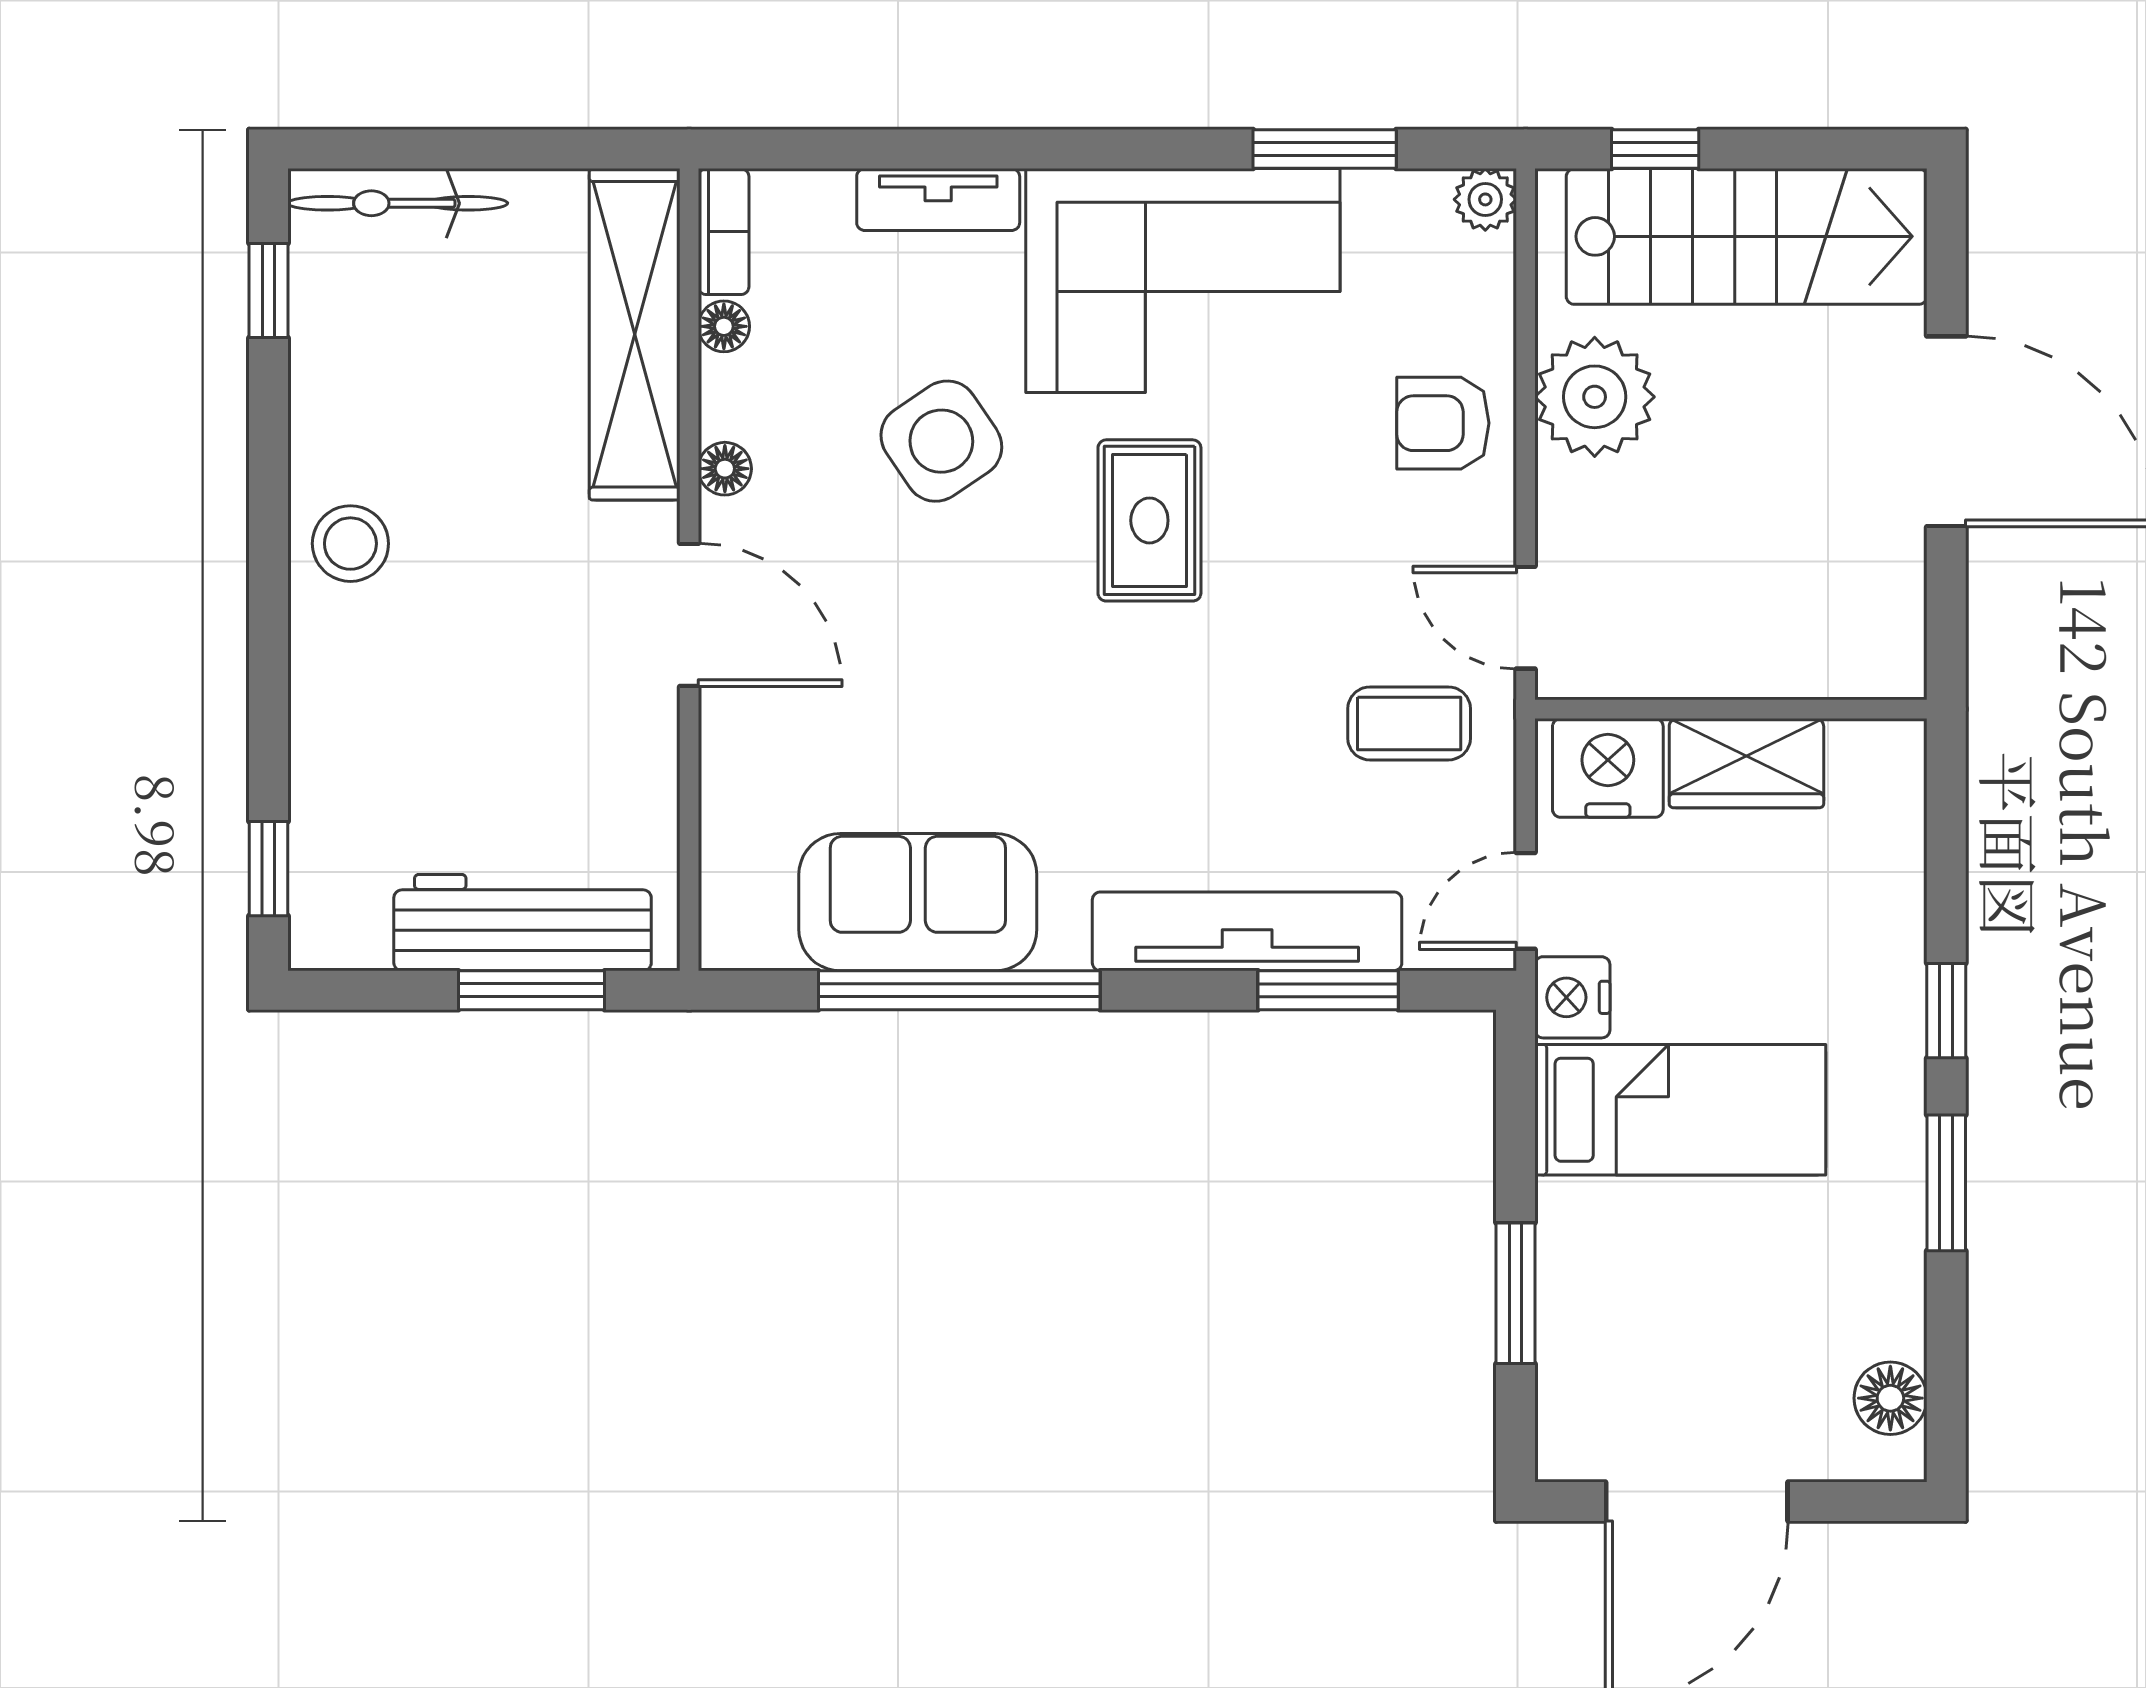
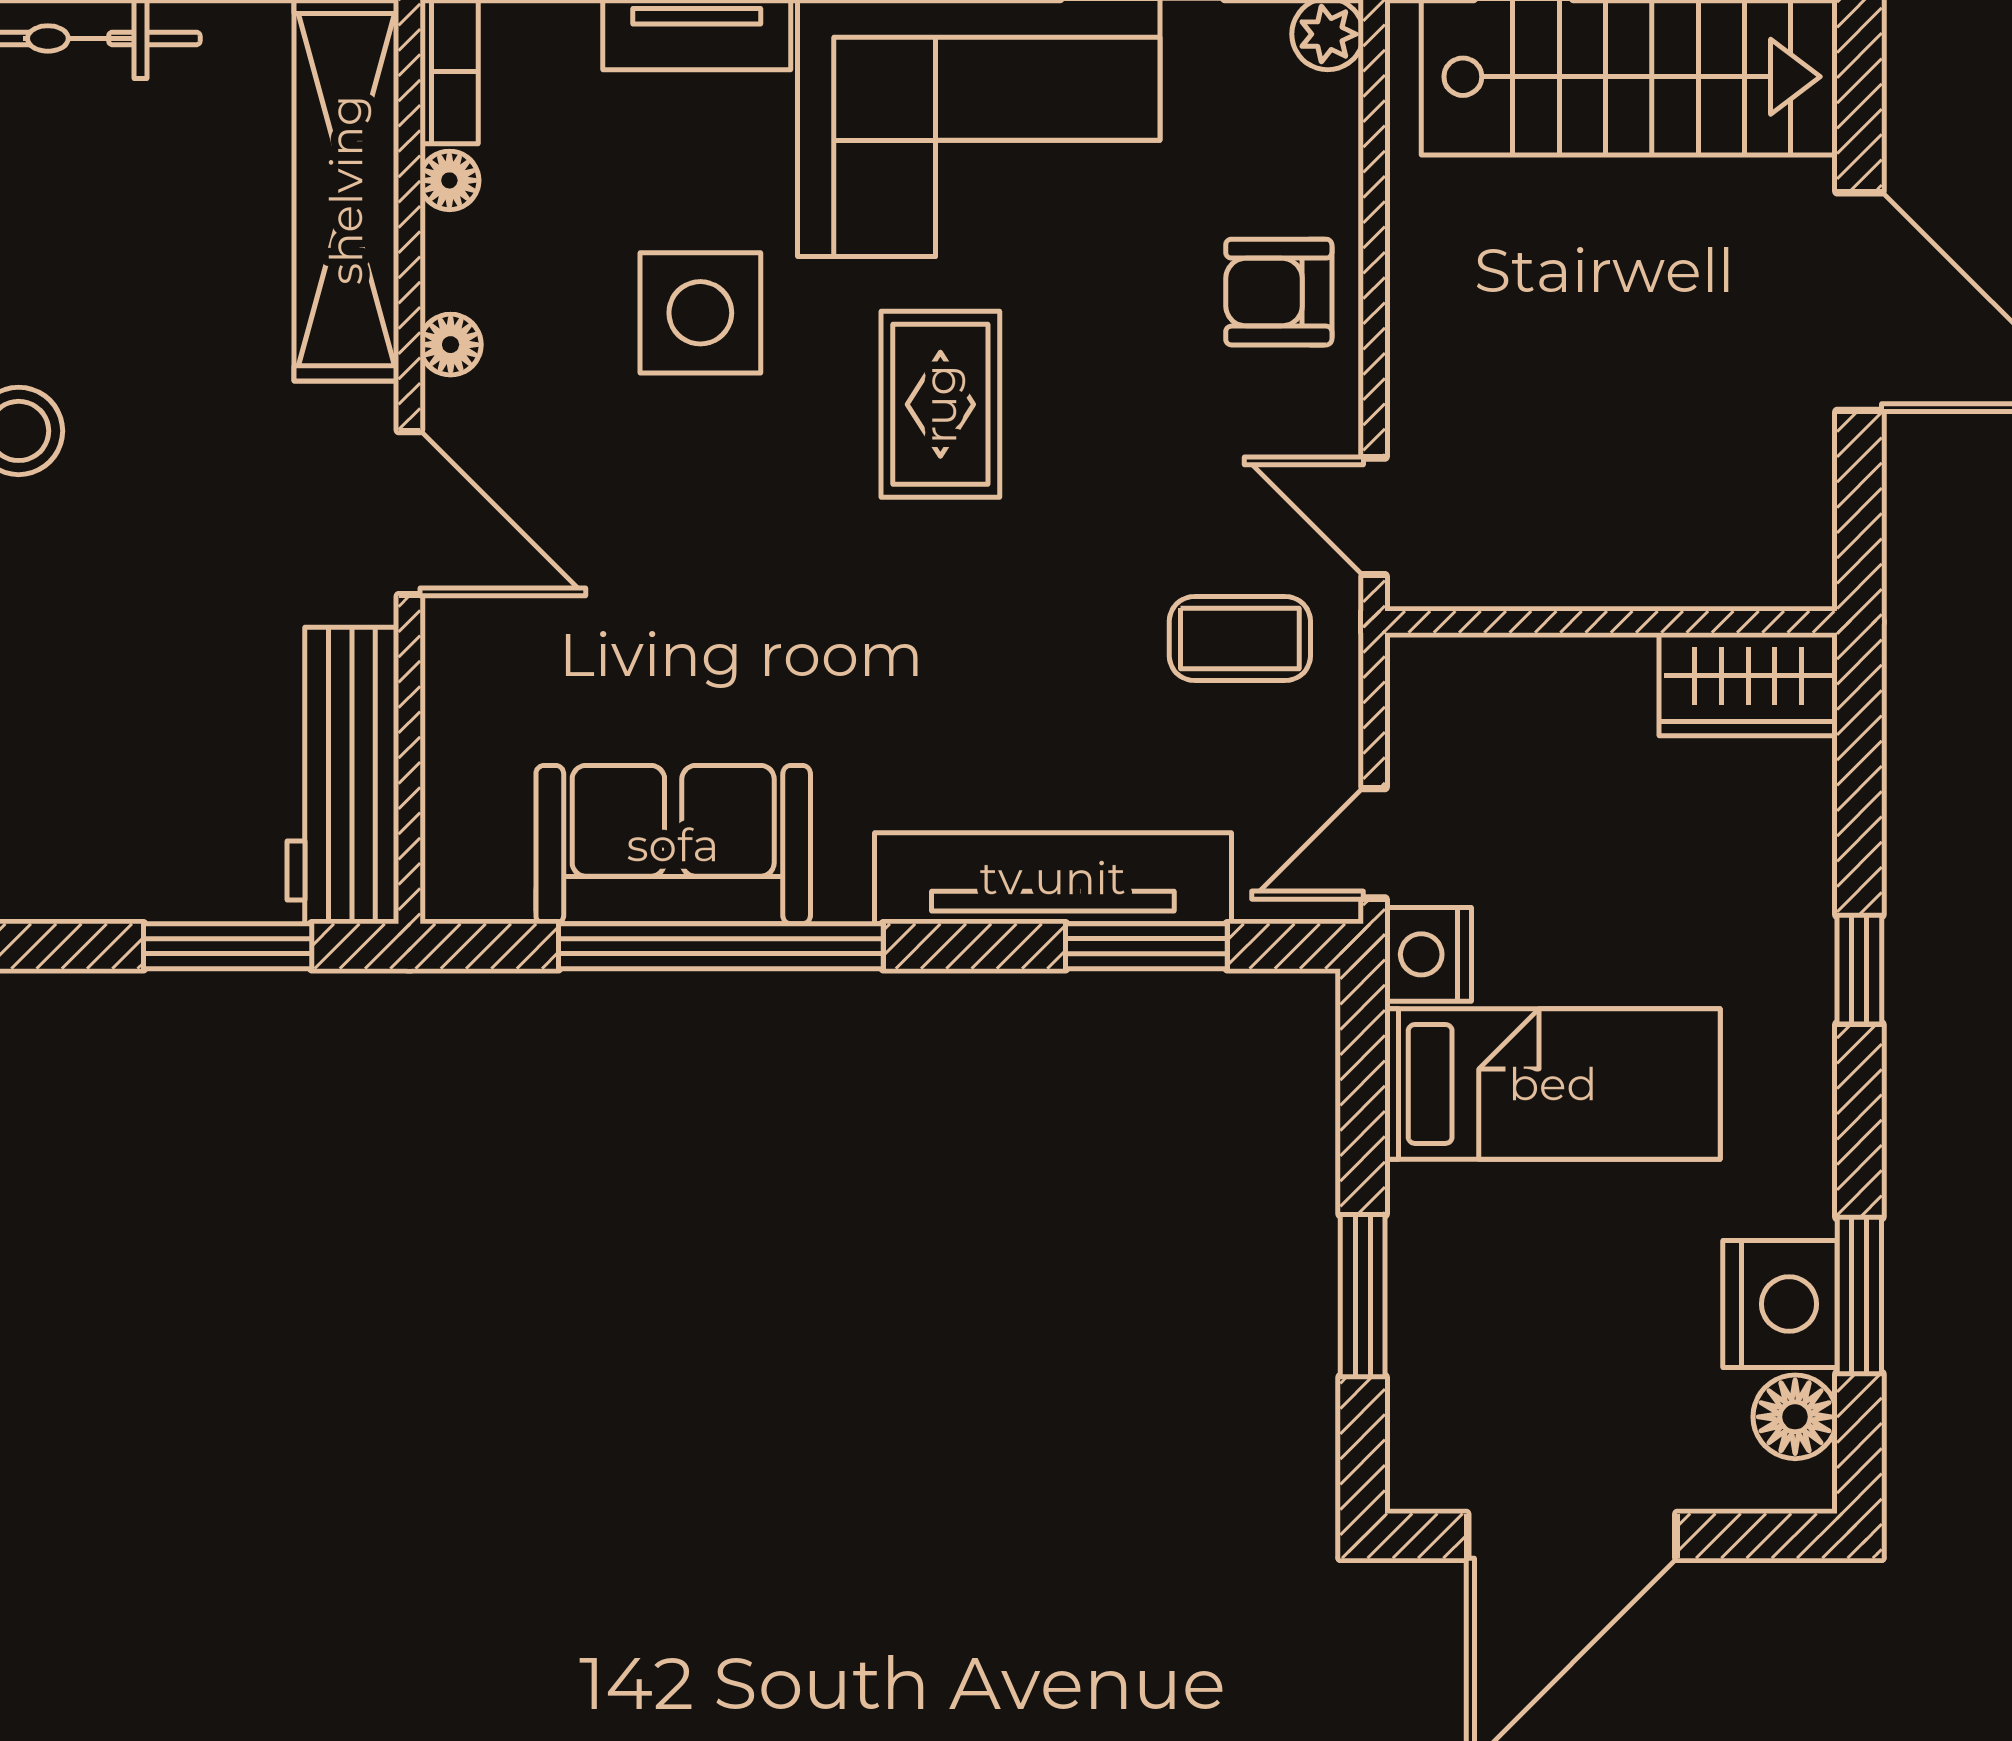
plant: (1595, 397) -> (1454, 262), removed
side table: (941, 441) -> (700, 313), turned 34
wardrobe: (1746, 763) -> (1748, 684), moved
nightstand: (1608, 768) -> (1780, 1304), moved, turned 90
workbench: (523, 923) -> (343, 776), moved, turned -90
window: (1946, 1183) -> (1859, 1295), moved

